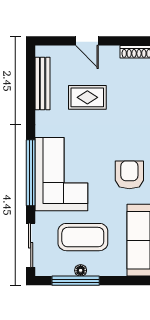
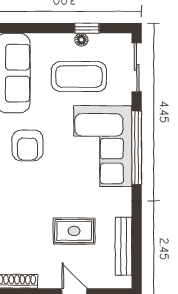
window: (76, 281) -> (87, 28), width x0.46

